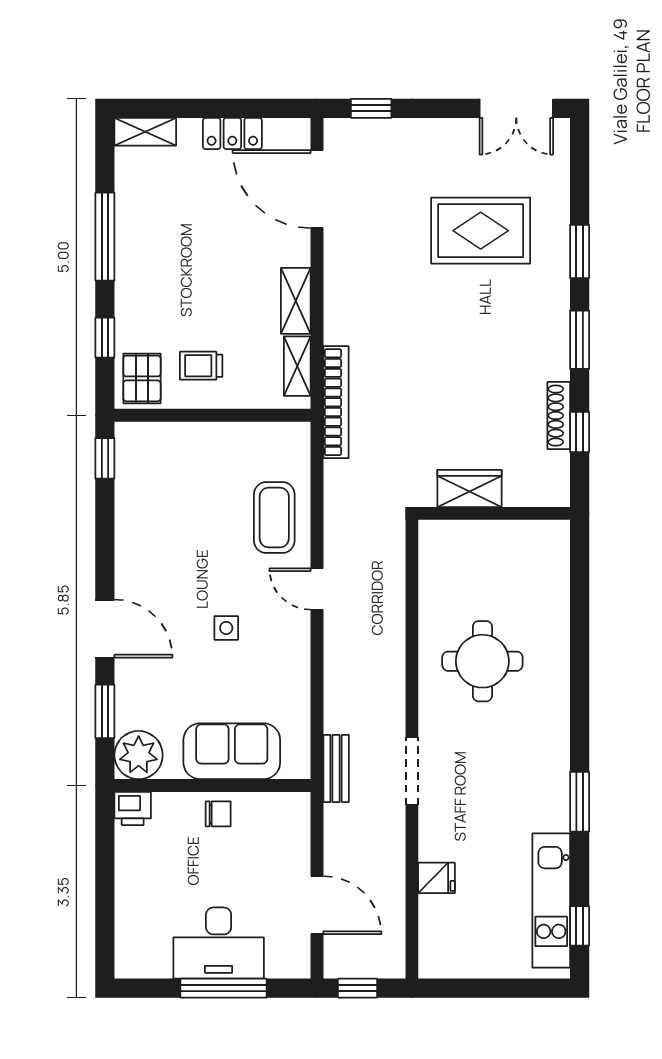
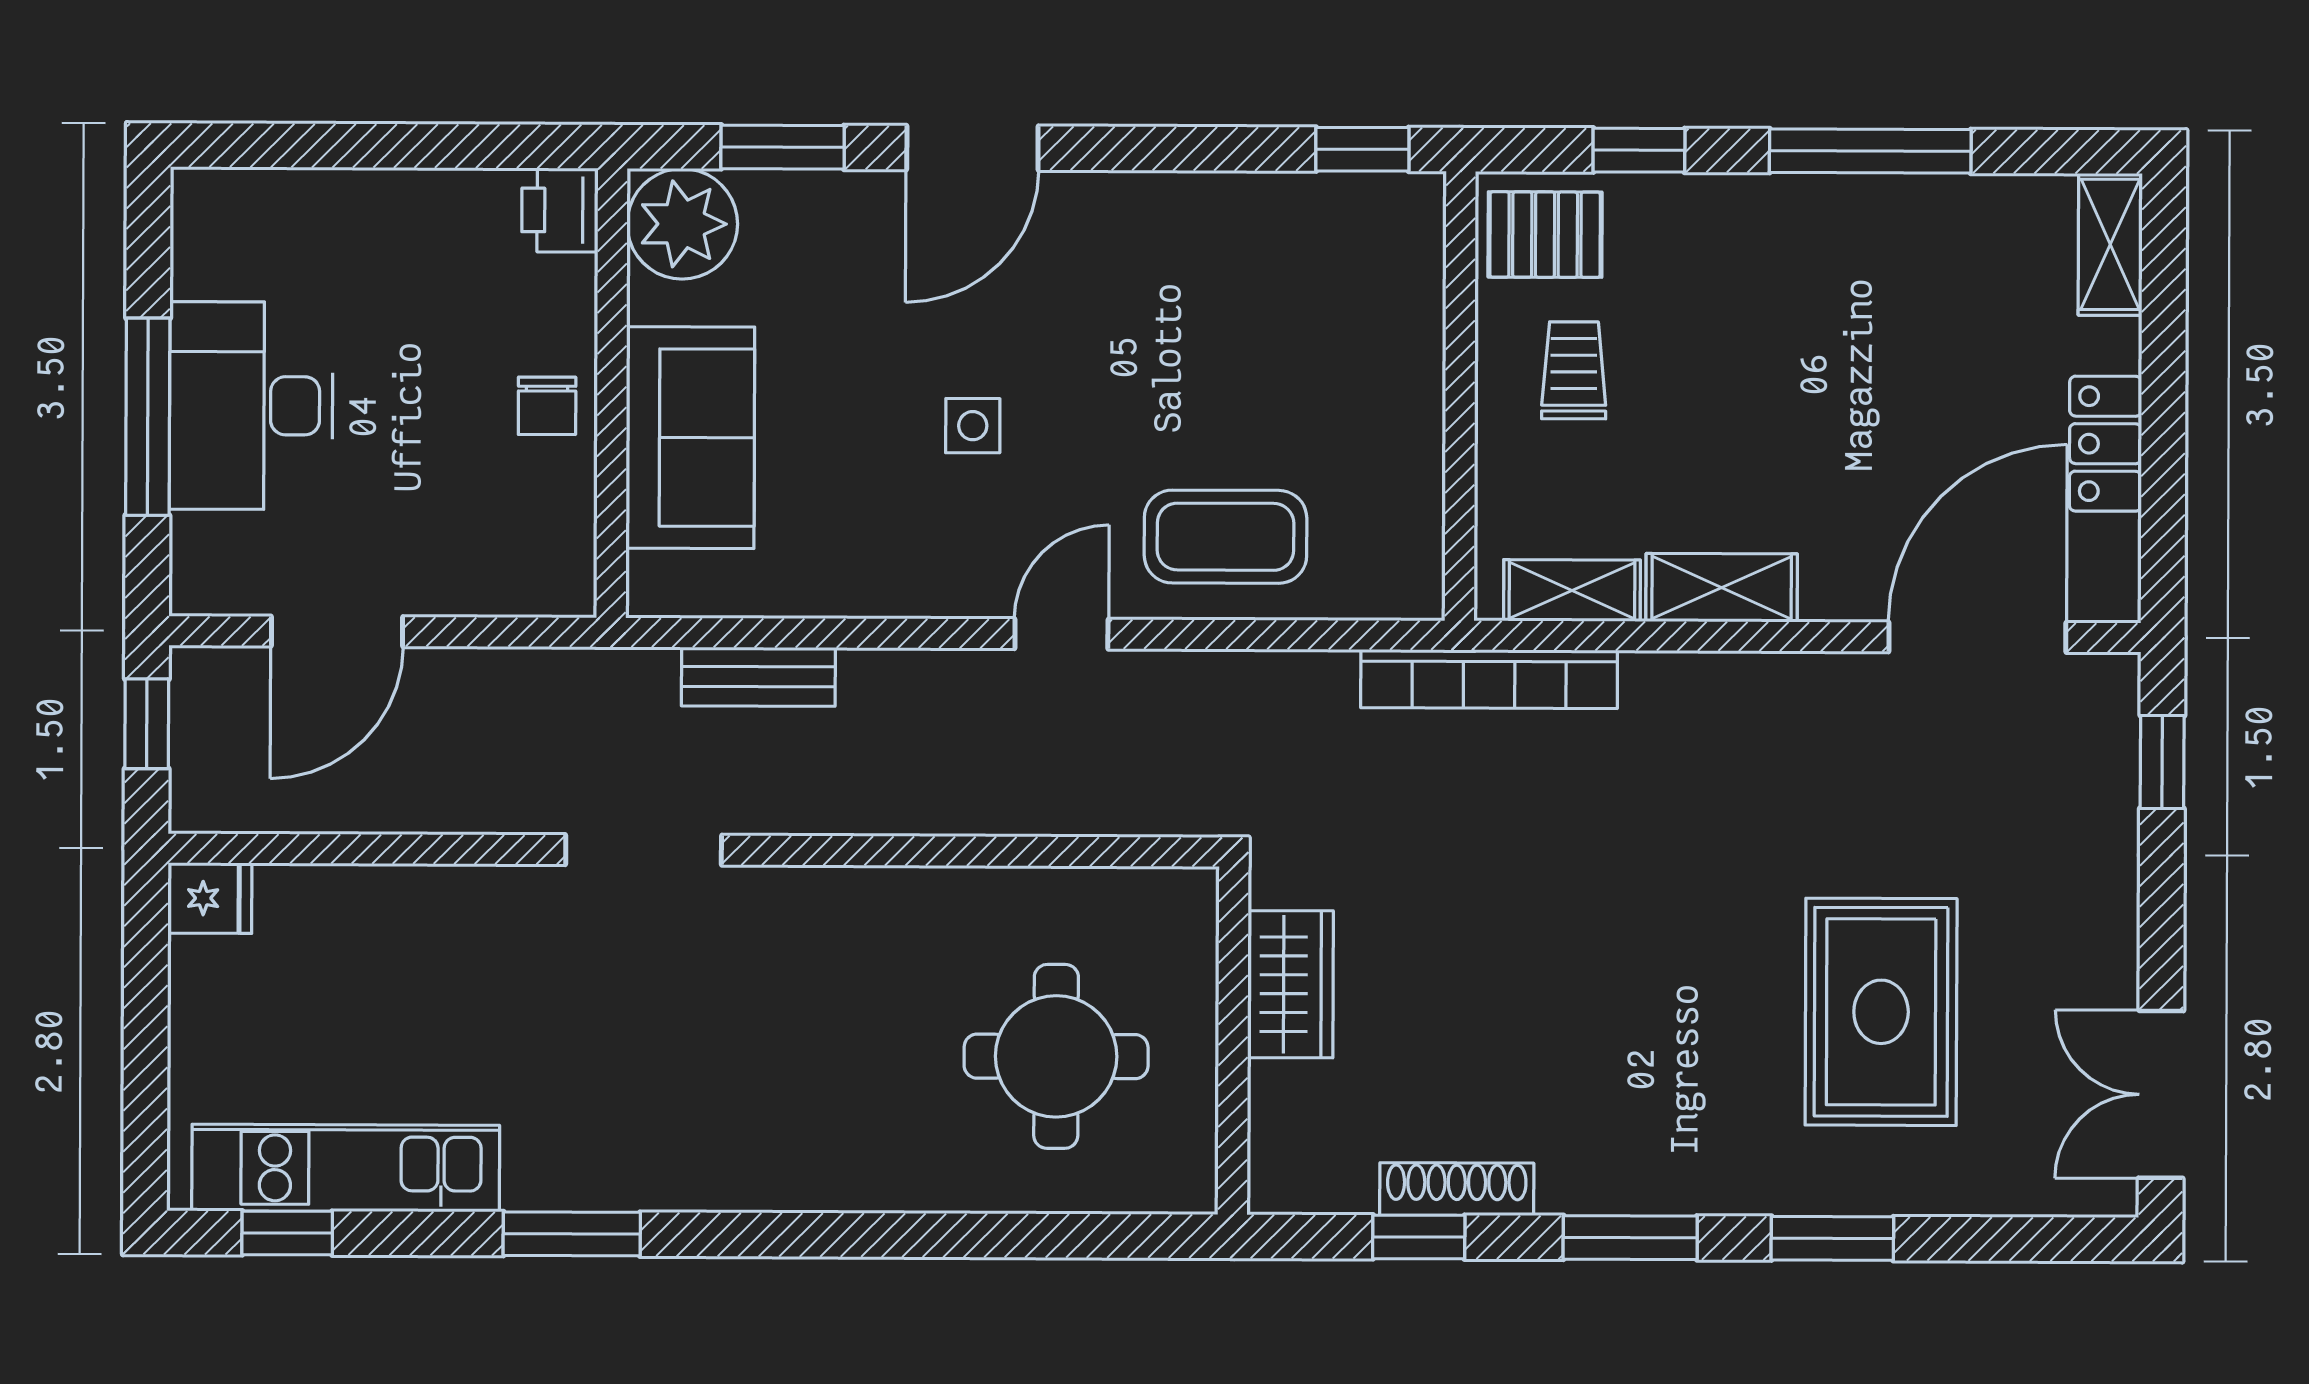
round table: (482, 661) -> (1056, 1056), moved
bench: (336, 768) -> (758, 677), moved
fridge: (437, 878) -> (210, 898), moved, turned -90

